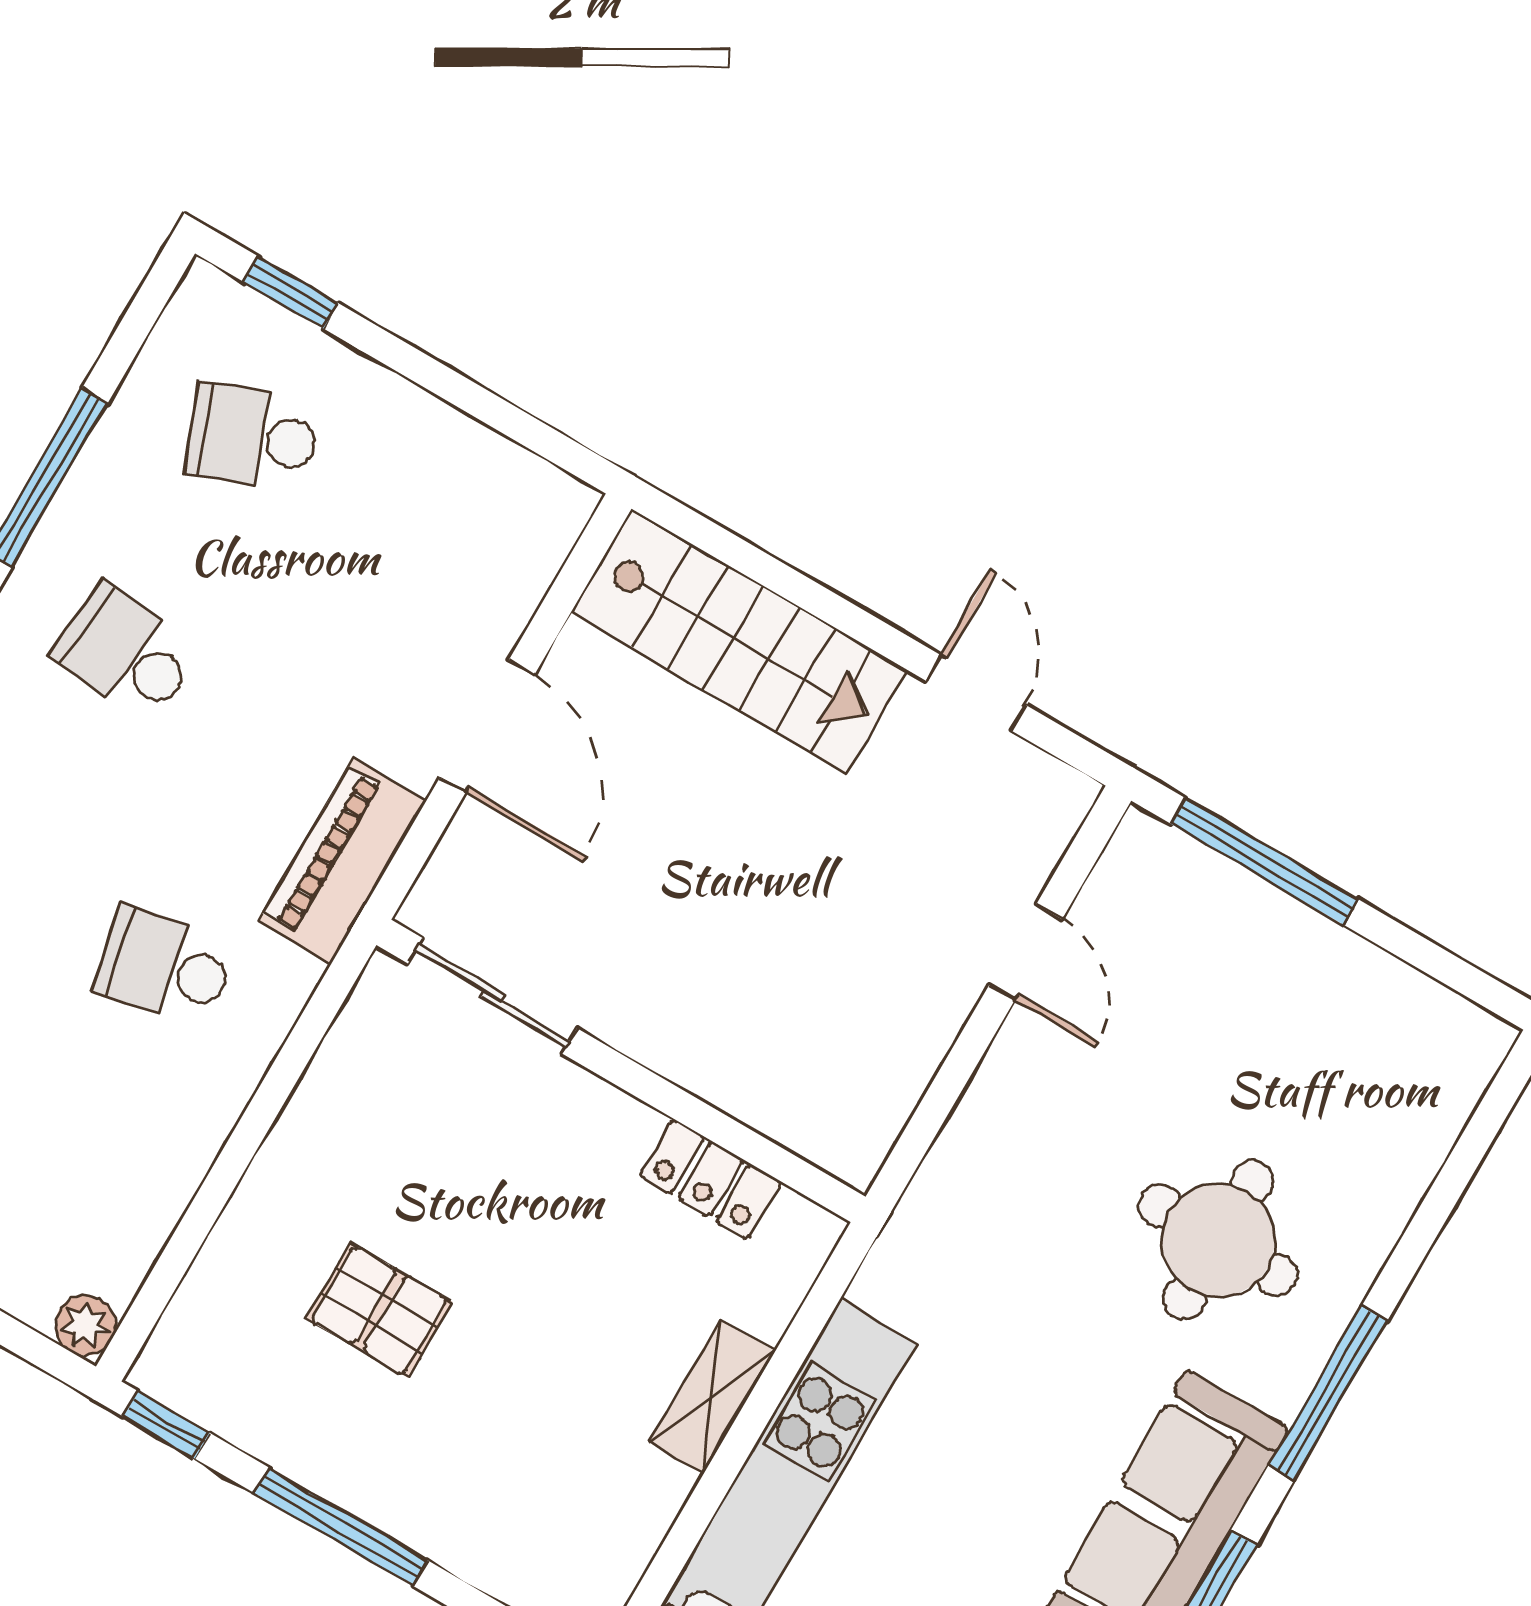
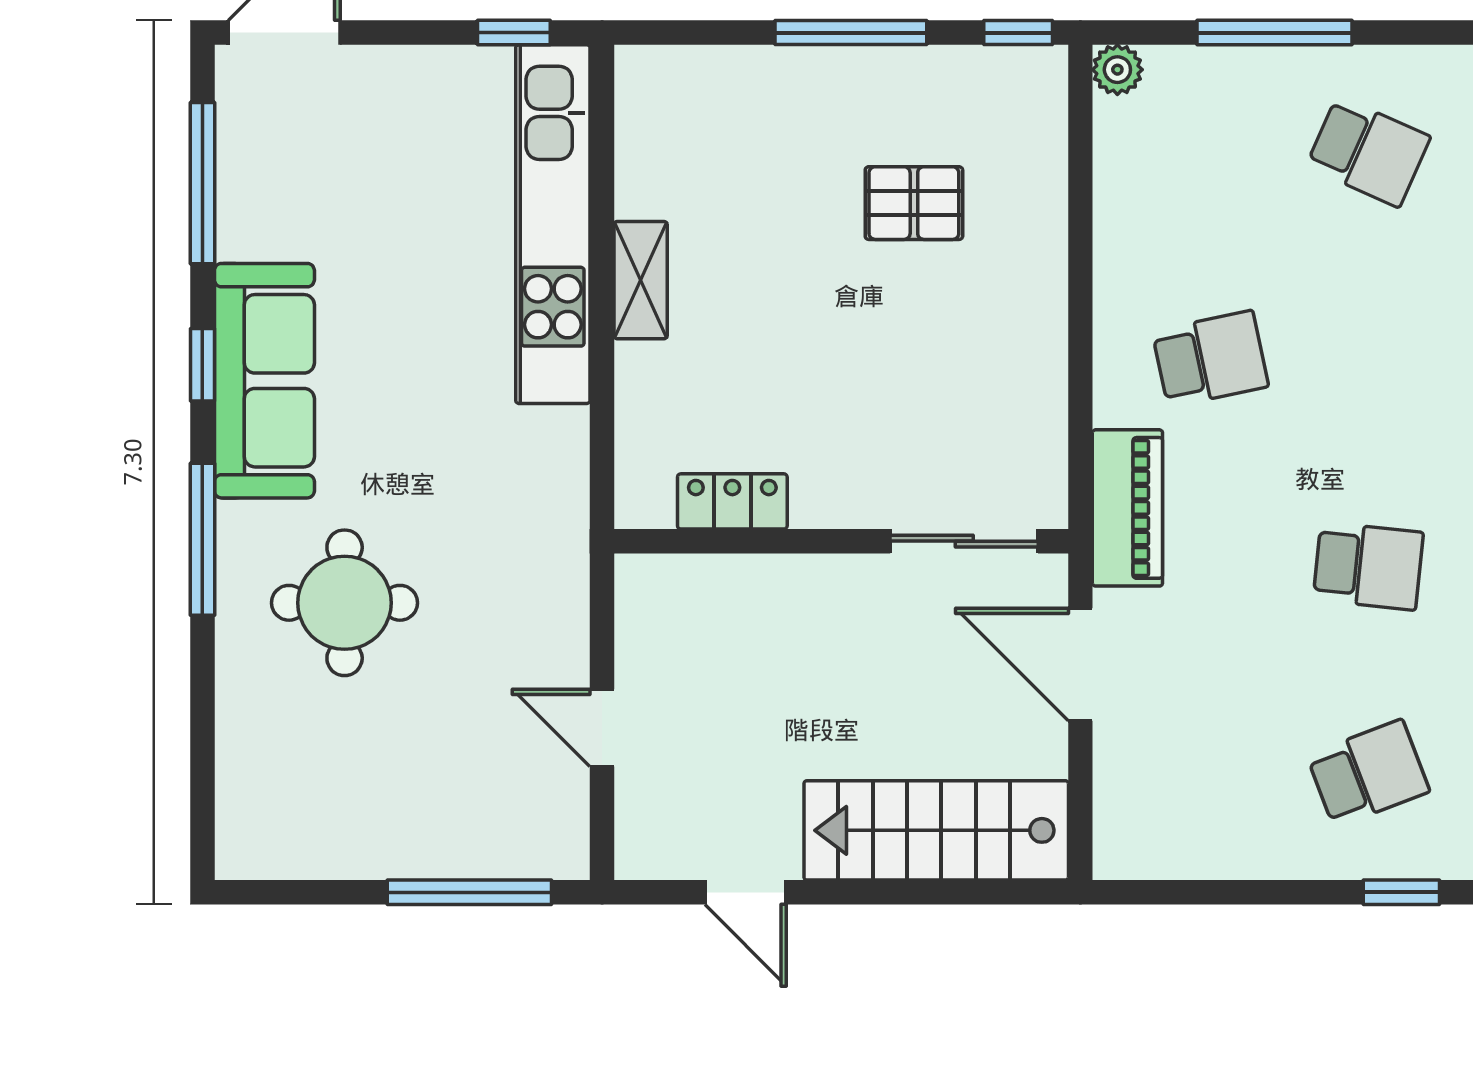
sliding door: (493, 996) -> (964, 541), moved
wall: (621, 1071) -> (841, 541), moved
locker: (710, 1179) -> (732, 501), moved

